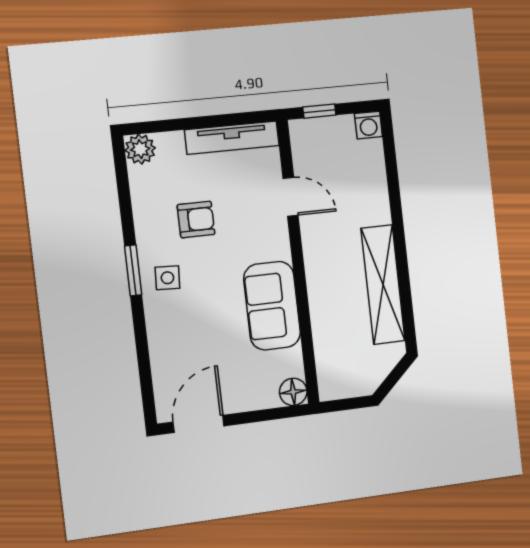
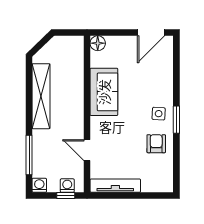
washing machine: (319, 129) -> (67, 186), added
plant: (140, 149) -> (165, 184), removed
window: (392, 177) -> (29, 155), added
armchair: (196, 220) -> (156, 144), moved, turned 90

